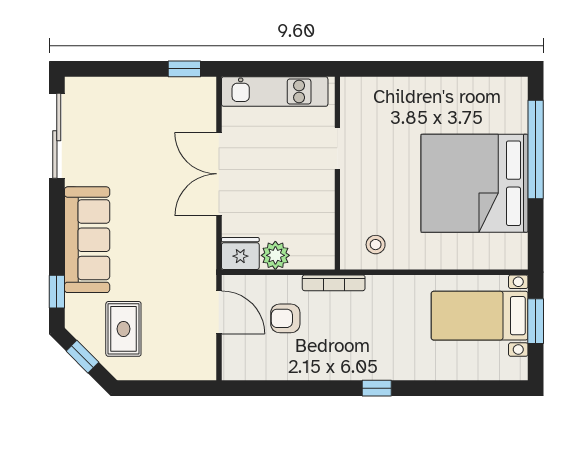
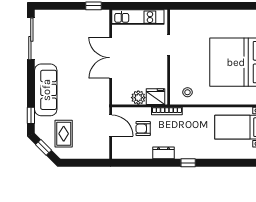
fridge: (240, 254) -> (156, 97), moved
dresser: (327, 368) -> (163, 153), added

